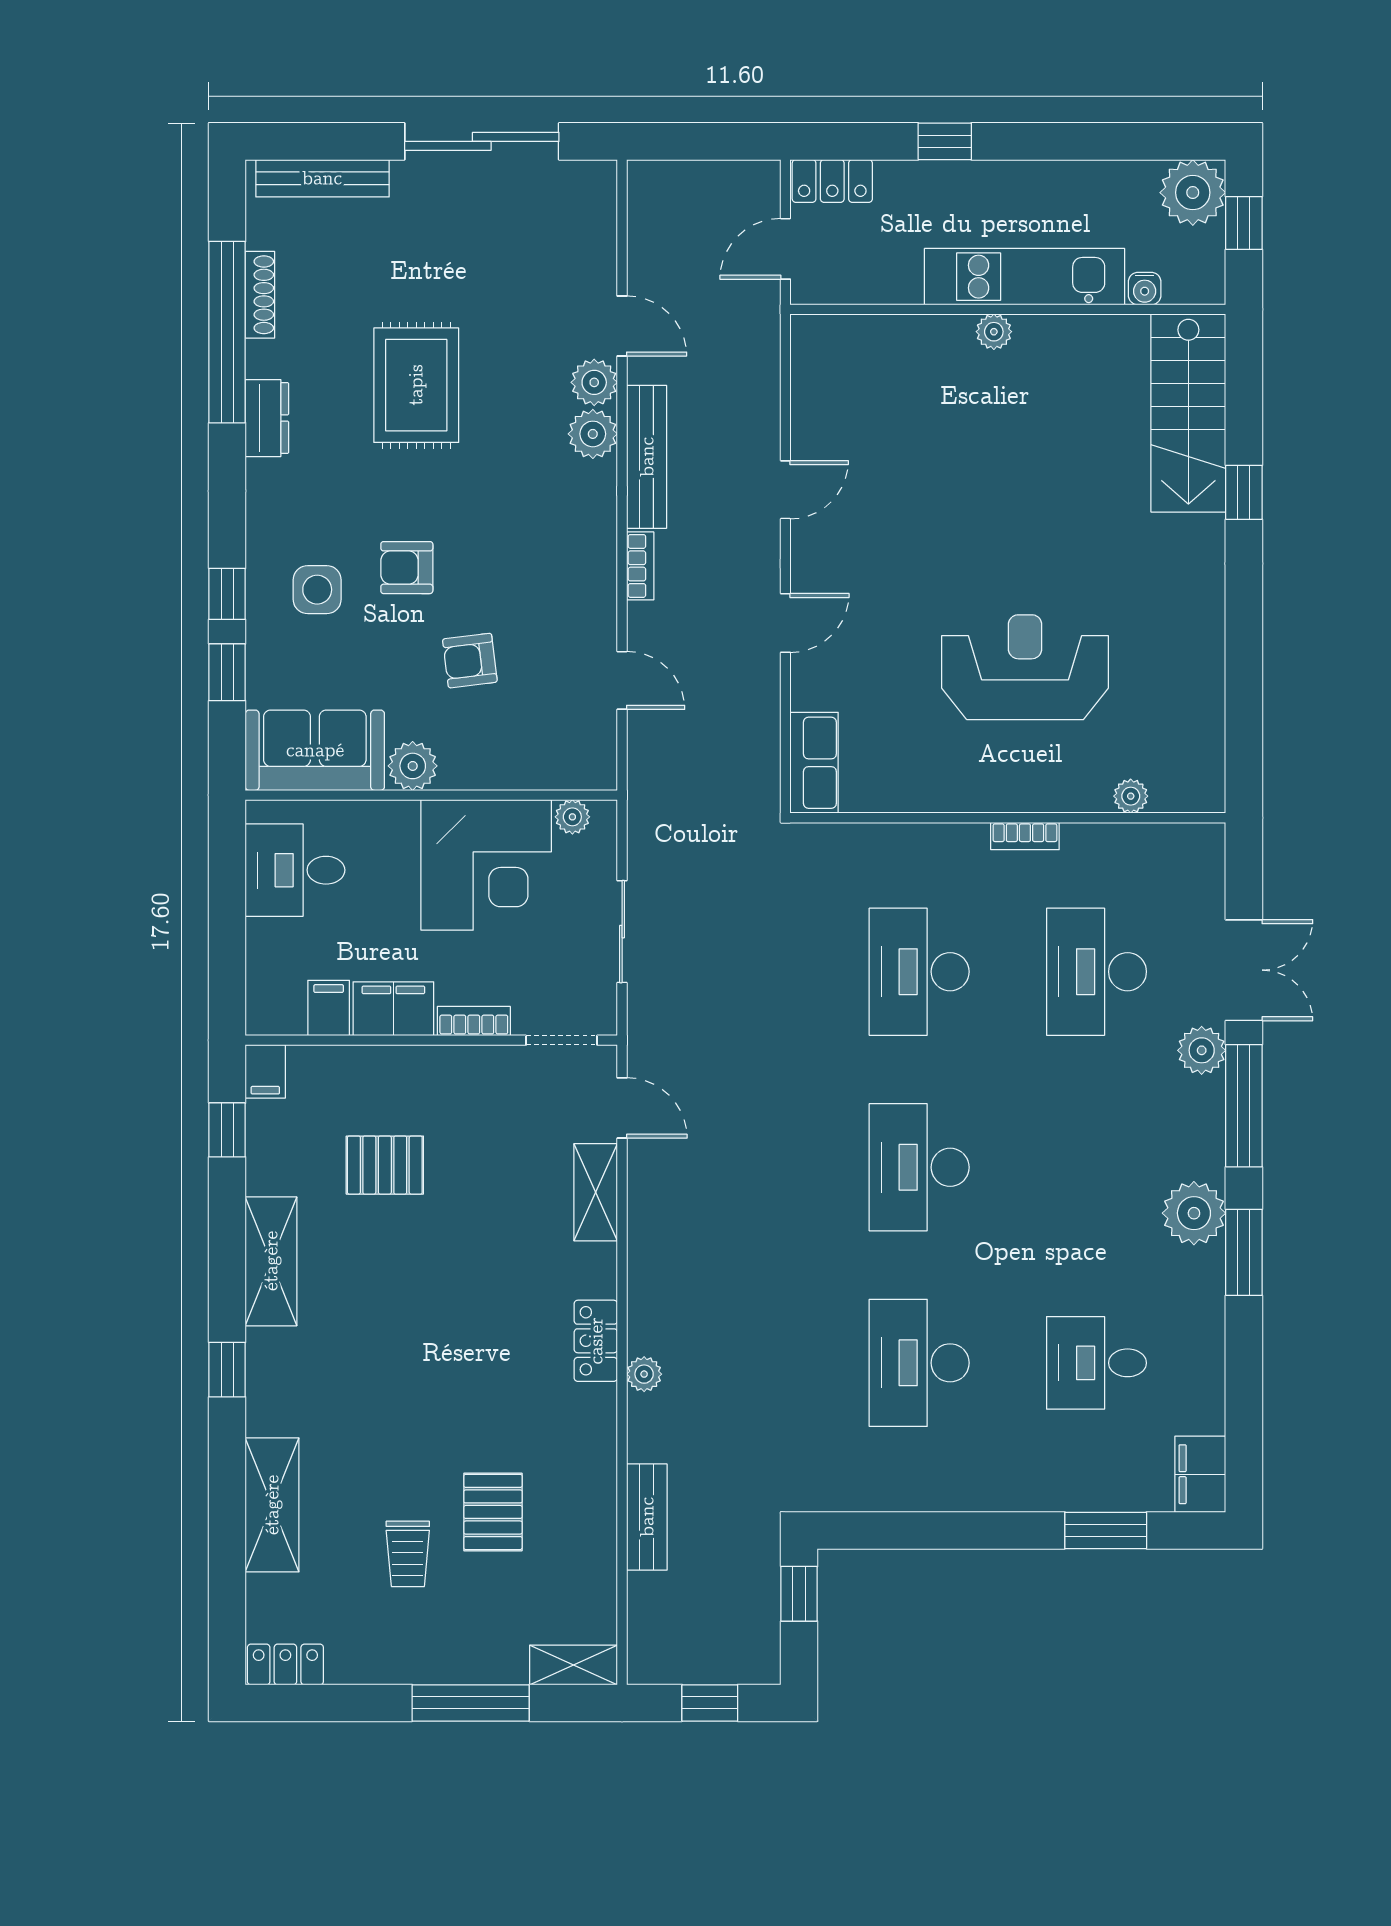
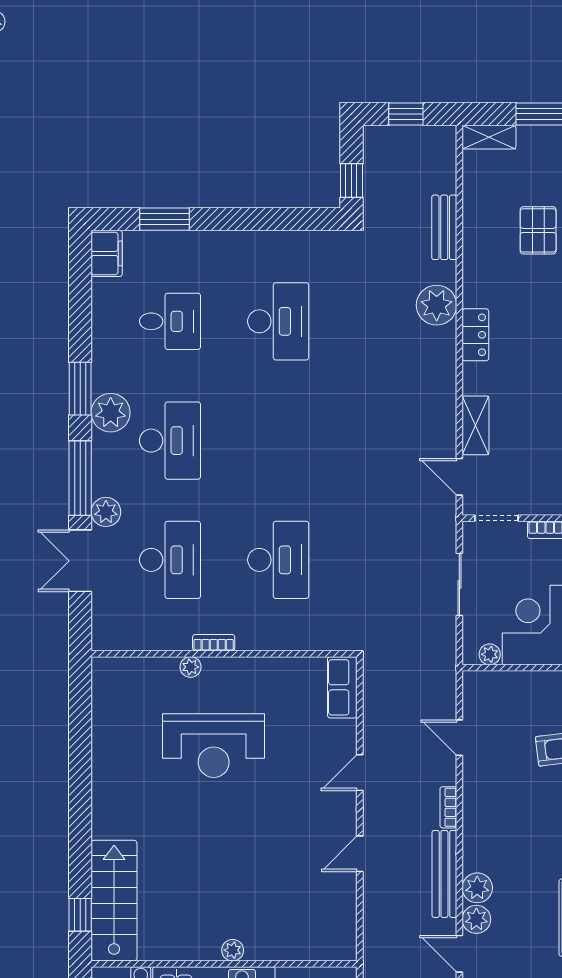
window: (1244, 492) -> (80, 915), moved
plant: (1131, 796) -> (190, 667), moved
desk: (919, 1167) -> (170, 441), moved
plant: (644, 1374) -> (437, 305), width x1.88, depth x1.88

